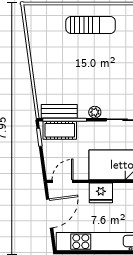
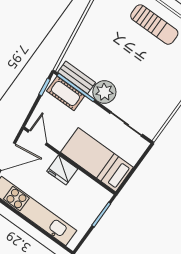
plant: (95, 112) -> (104, 92), width x1.87, depth x1.87
door: (63, 181) -> (37, 138), hinge flipped

